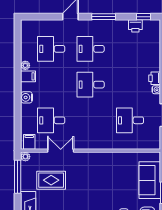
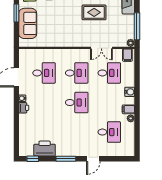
printer: (135, 26) -> (45, 149), width x1.87, depth x1.48
desk: (91, 49) -> (77, 73), moved
rug: (51, 180) -> (94, 12), moved

